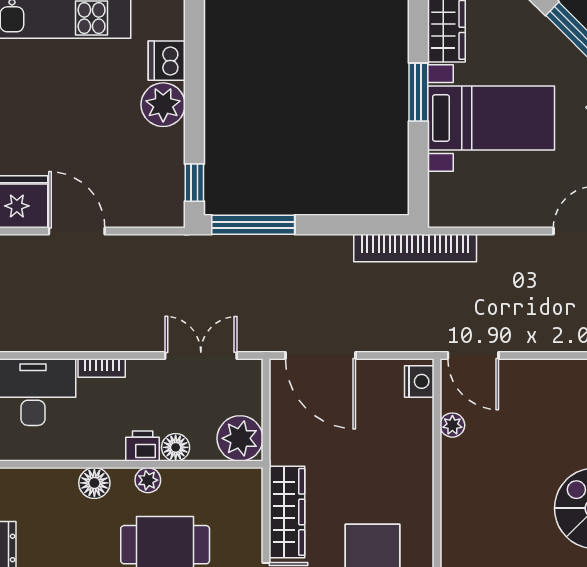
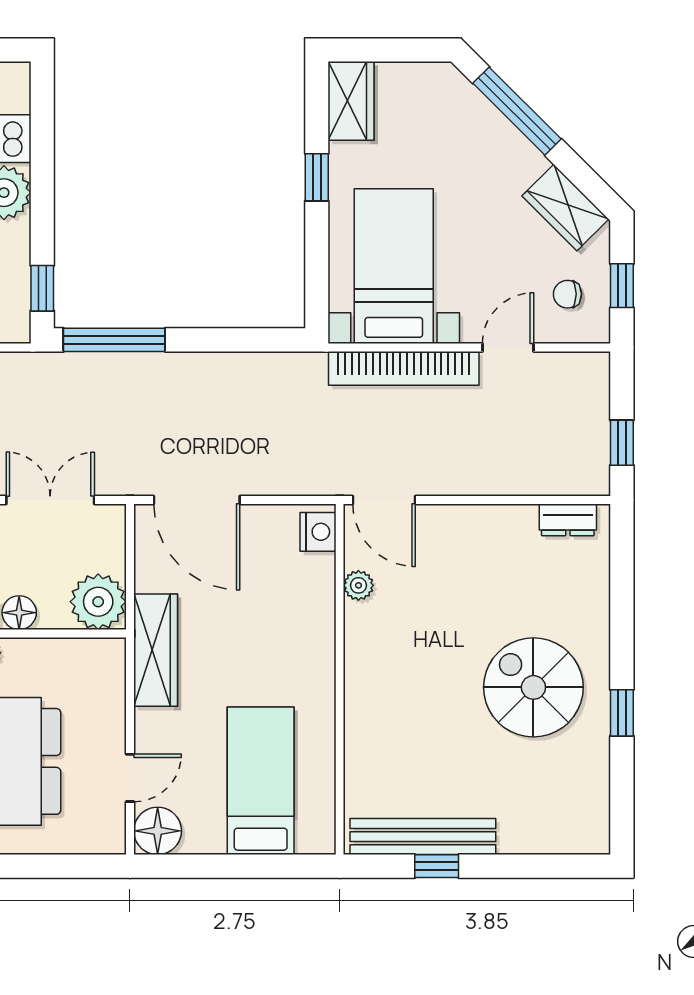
window: (418, 92) -> (317, 177), width x0.67
bed with nightstands: (491, 118) -> (394, 266), moved, turned -90
bookcase: (415, 248) -> (404, 368), moved
wardrobe: (287, 512) -> (156, 650), moved

